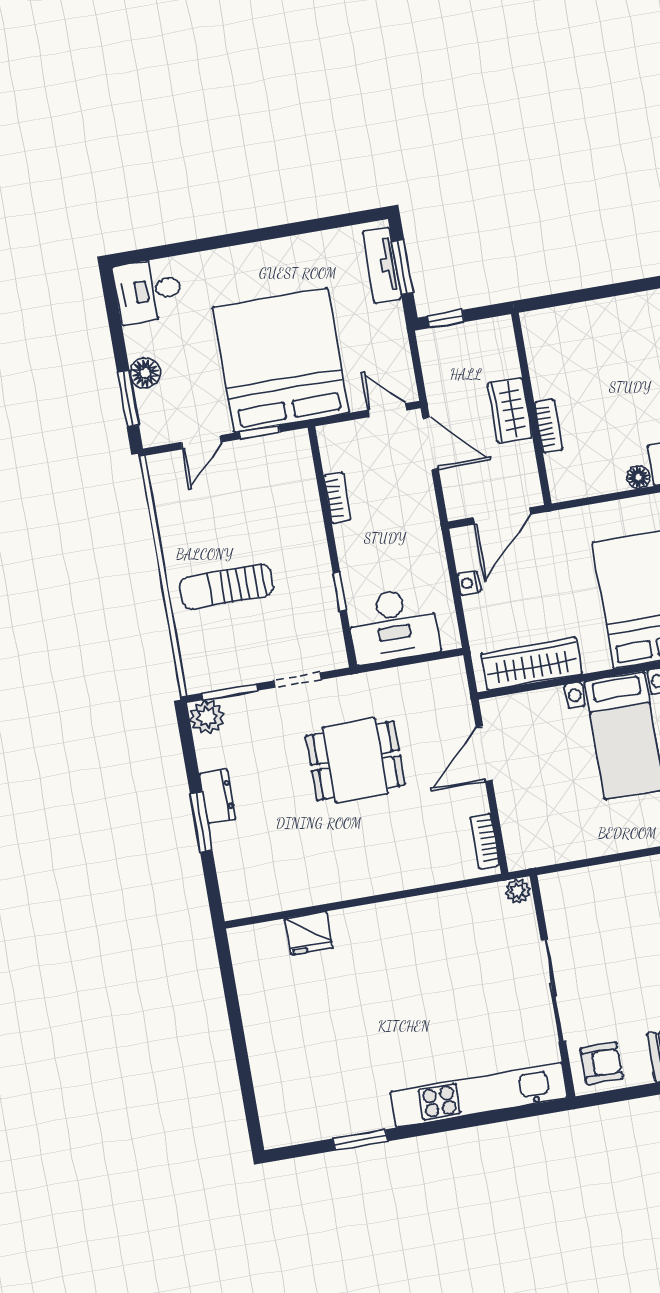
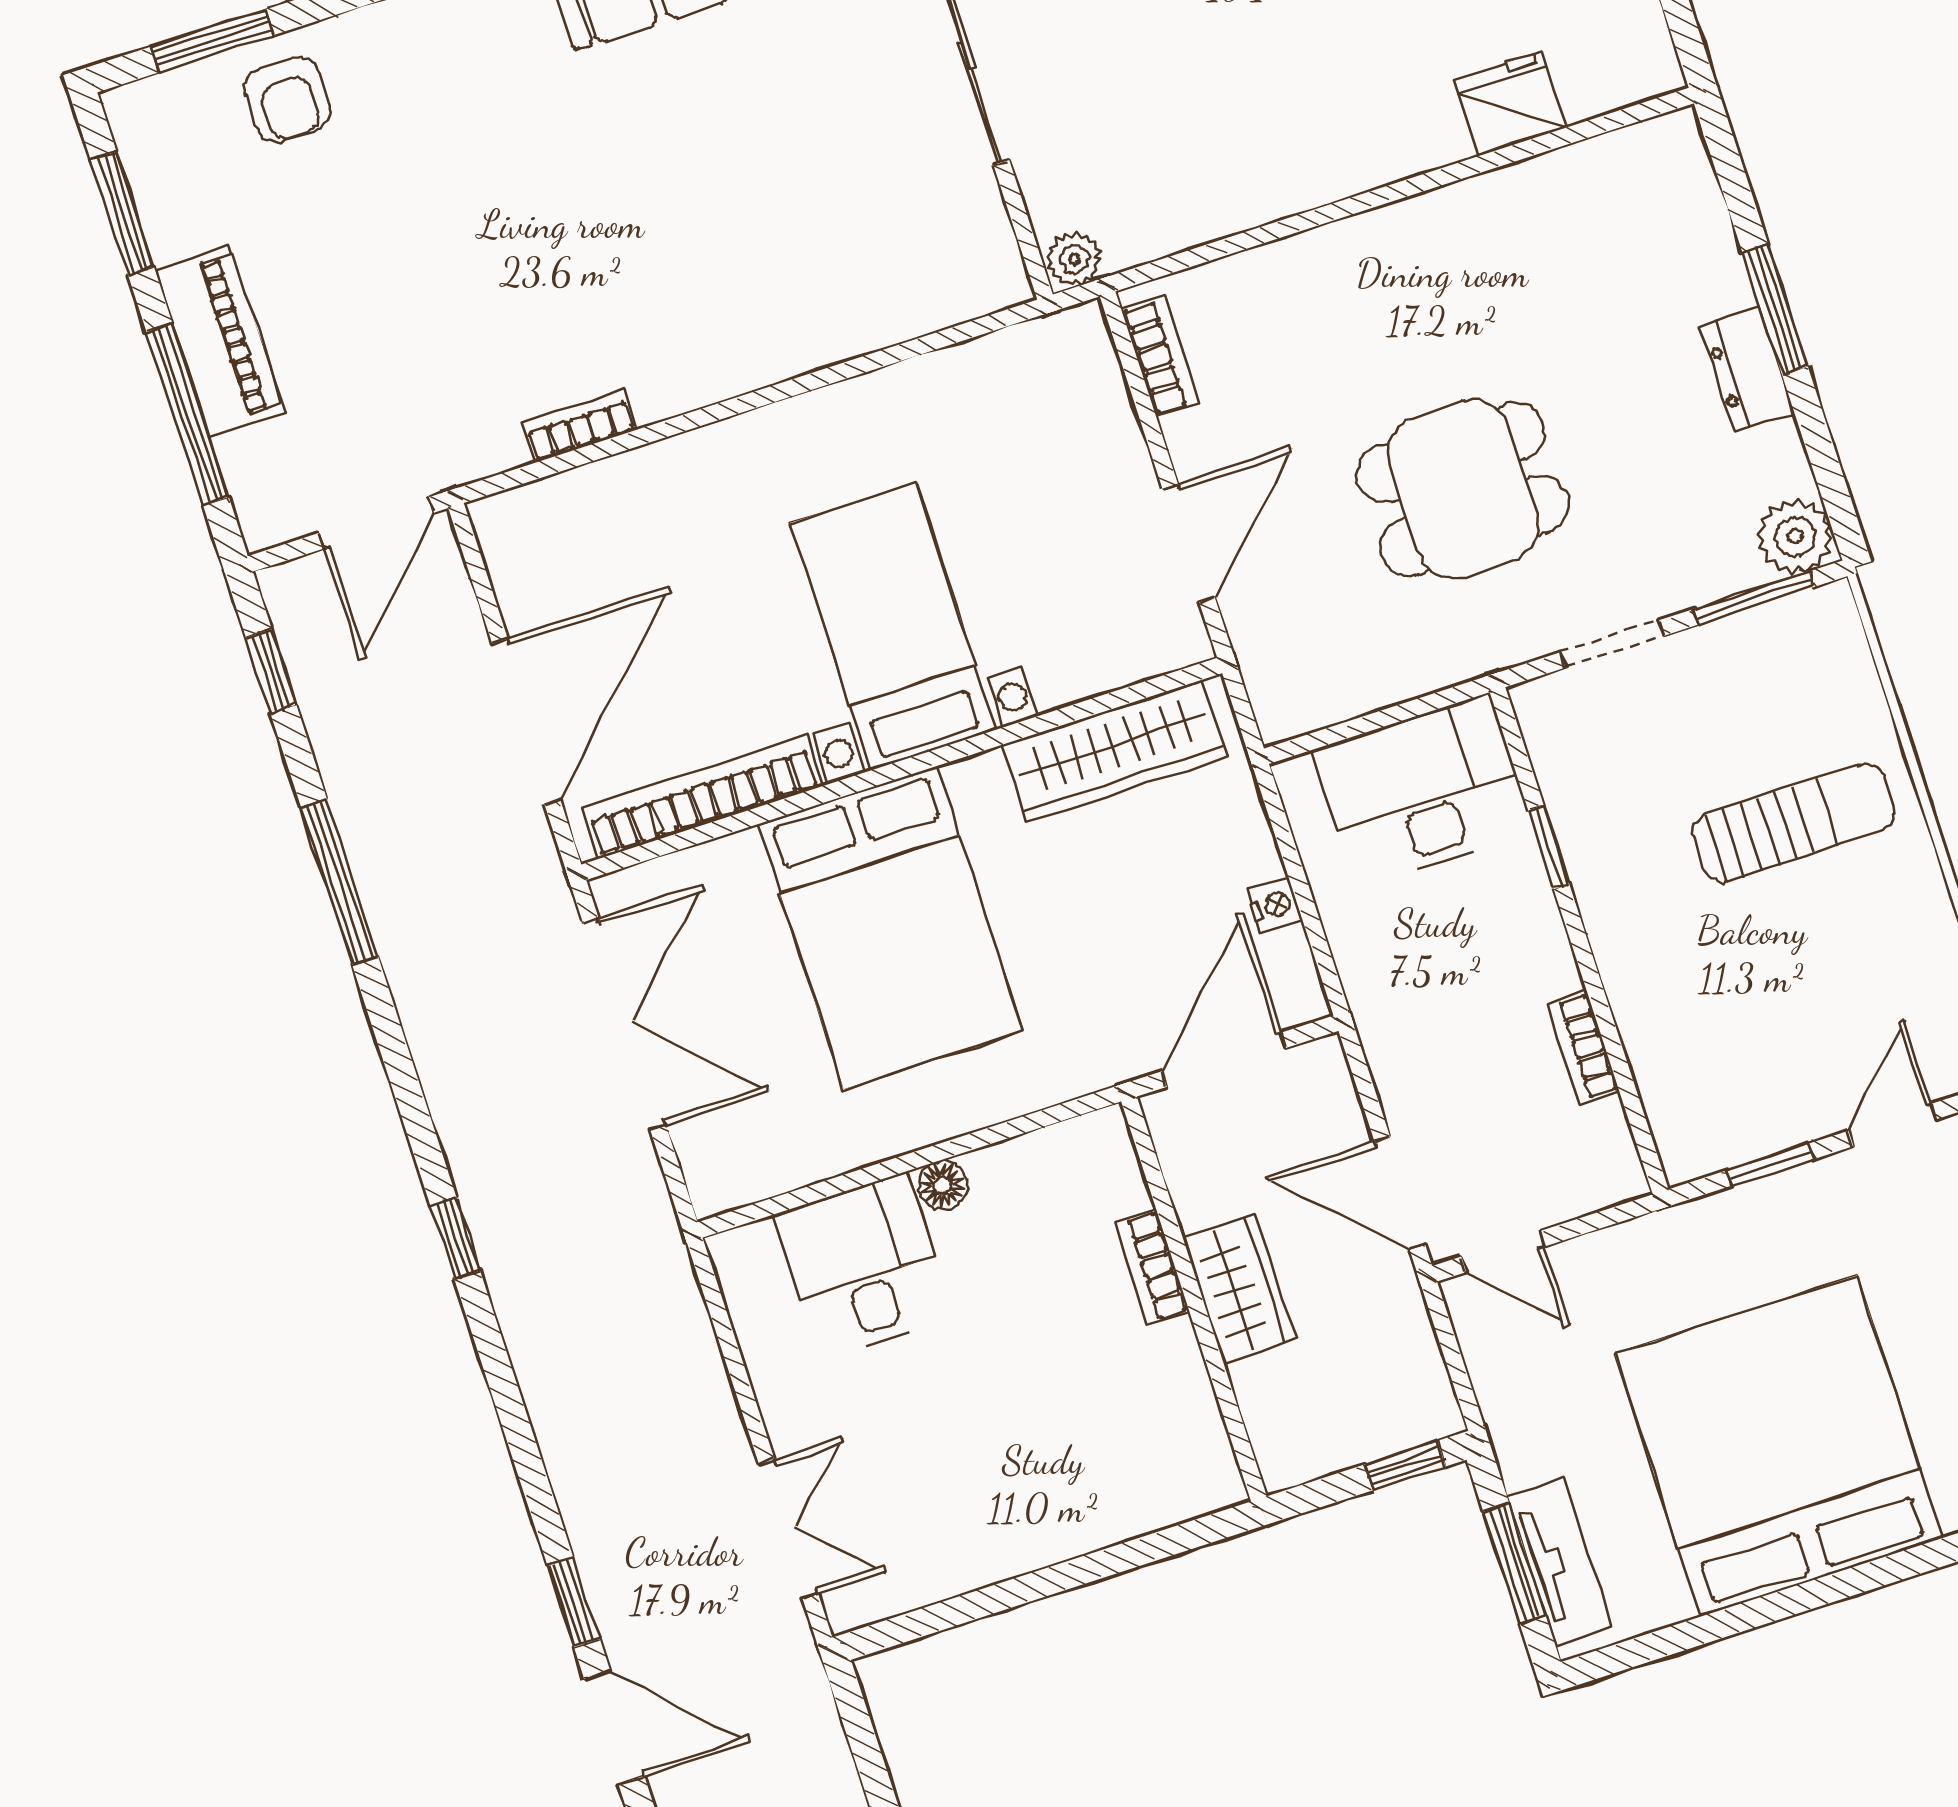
bed: (281, 360) -> (1779, 1446), moved, turned 180

